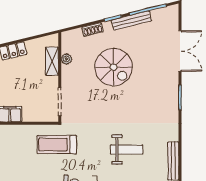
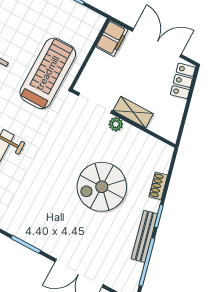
plant: (66, 59) -> (116, 124), moved
shelving: (52, 61) -> (133, 112), moved
treadmill: (57, 145) -> (48, 73), width x1.37, depth x1.38

